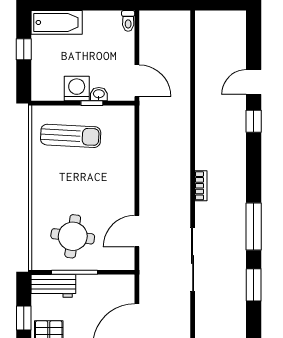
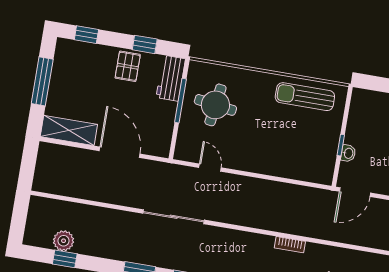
washing machine: (77, 89) -> (357, 133), removed
sun lounger: (71, 136) -> (305, 97), moved, turned 87
bookcase: (201, 186) -> (290, 245), moved
door: (137, 231) -> (210, 168), width x0.73

